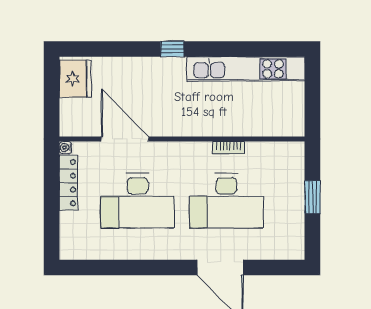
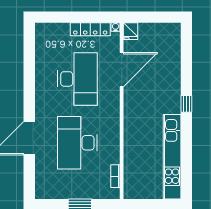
fridge: (75, 79) -> (130, 31), moved, width x0.53, depth x0.75
bookcase: (228, 148) -> (115, 176), moved
desk: (138, 201) -> (77, 79), turned 180

